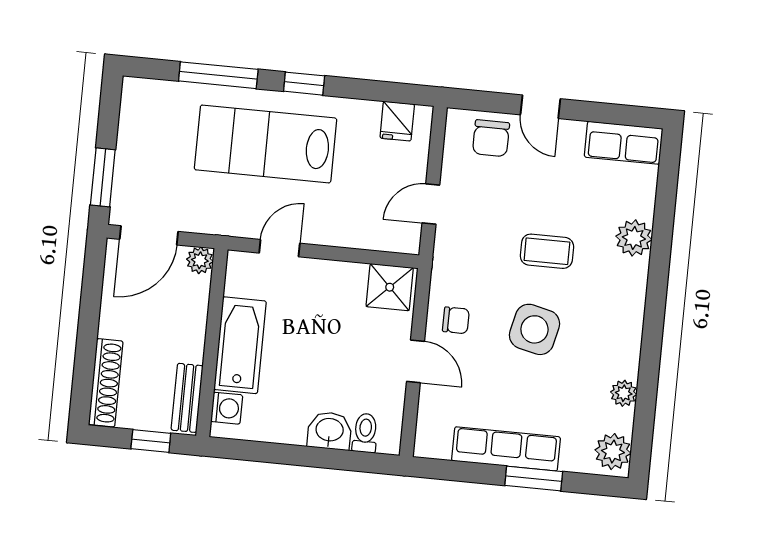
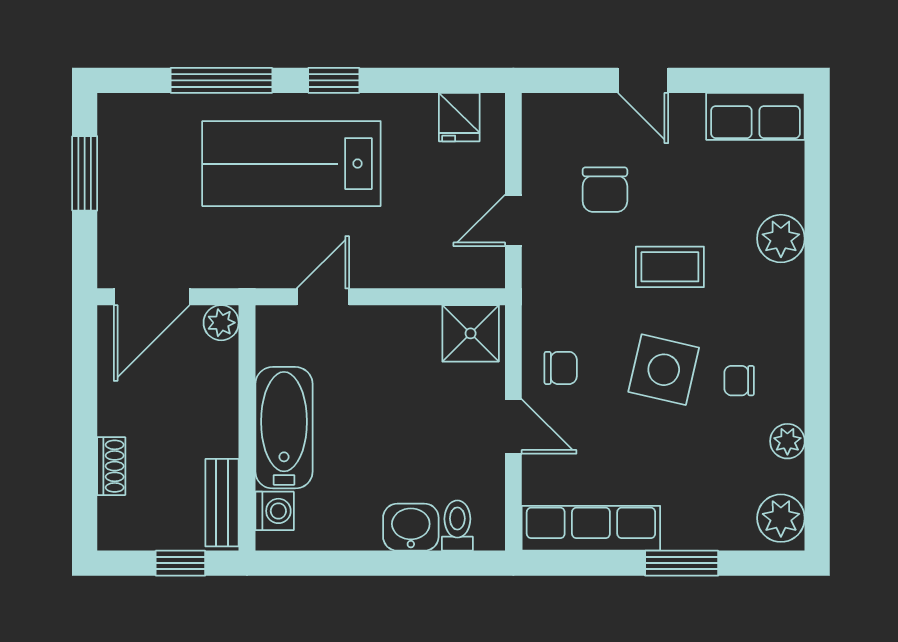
chair: (491, 138) -> (605, 190), moved
window: (103, 177) -> (85, 173), moved
chair: (591, 343) -> (739, 381), added
shoe rack: (106, 383) -> (111, 466), width x0.51, depth x0.81
row of seats: (506, 449) -> (591, 528), moved

